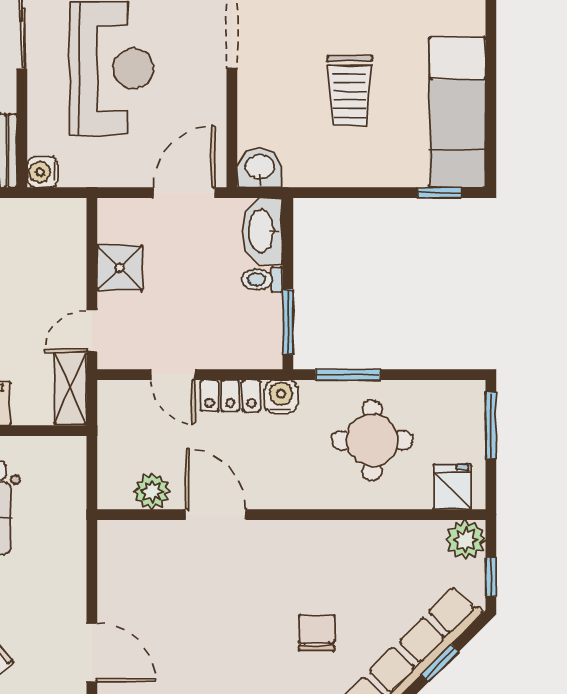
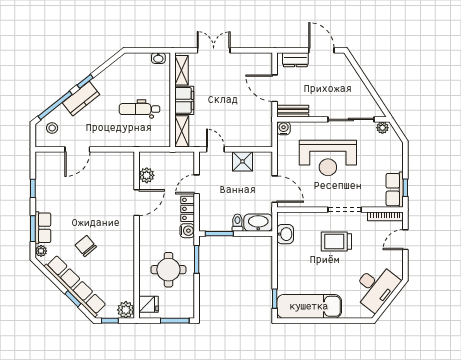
trolley: (350, 91) -> (336, 242), moved
washbasin: (260, 168) -> (285, 234), moved
shelving: (70, 388) -> (182, 131), moved, turned 90
chair: (317, 633) -> (86, 246), turned -130

